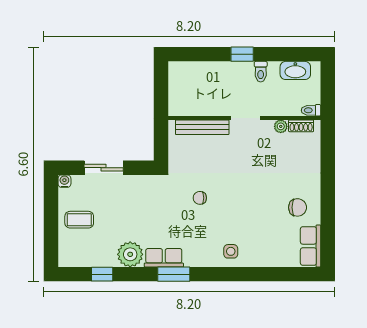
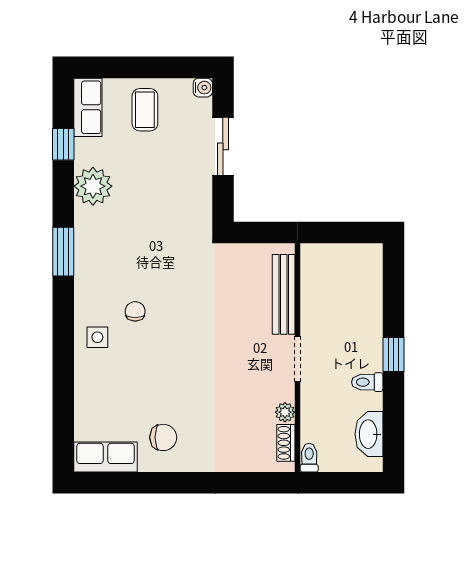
chair: (200, 198) -> (135, 311), moved
chair: (298, 207) -> (163, 437), turned -90
row of seats: (164, 258) -> (88, 107), moved

